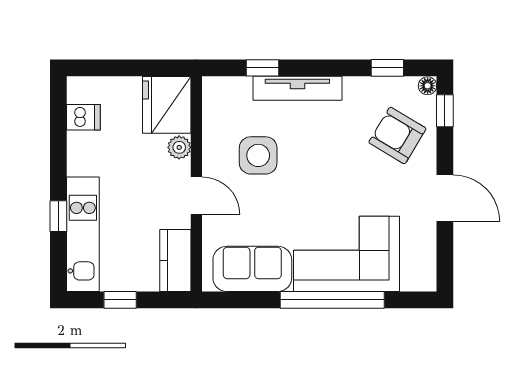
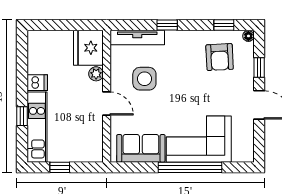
window: (263, 68) -> (167, 25), moved
tv unit: (297, 88) -> (137, 38), moved
window: (445, 111) -> (259, 67), moved
dishwasher: (83, 117) -> (37, 83), moved
armchair: (397, 135) -> (220, 57), moved, turned -124
kitchen counter: (175, 260) -> (94, 143), removed

